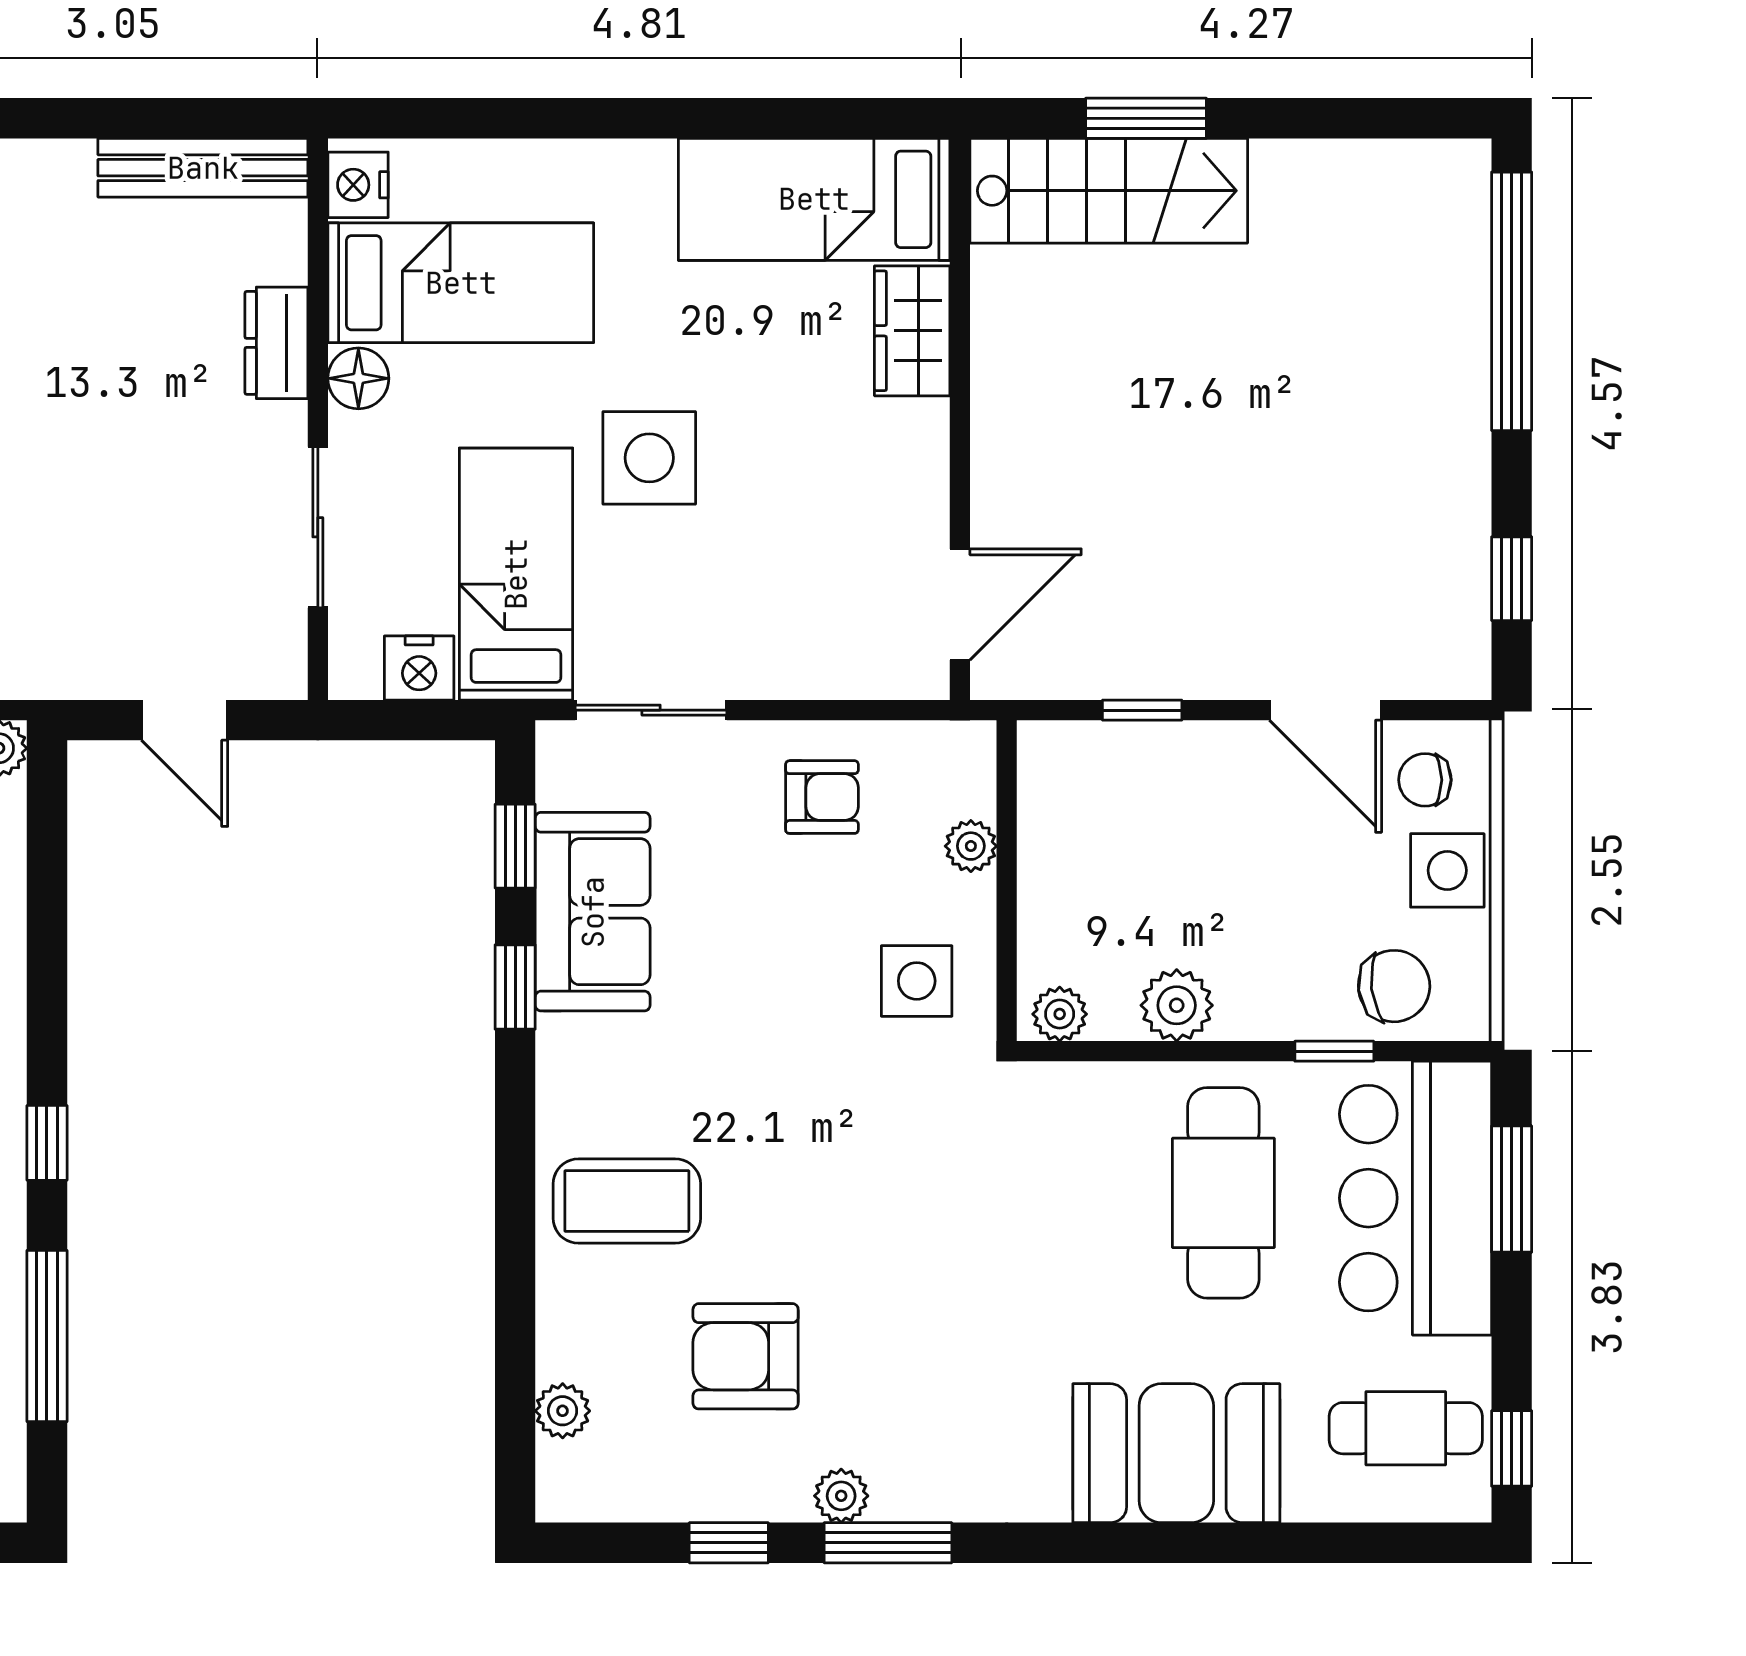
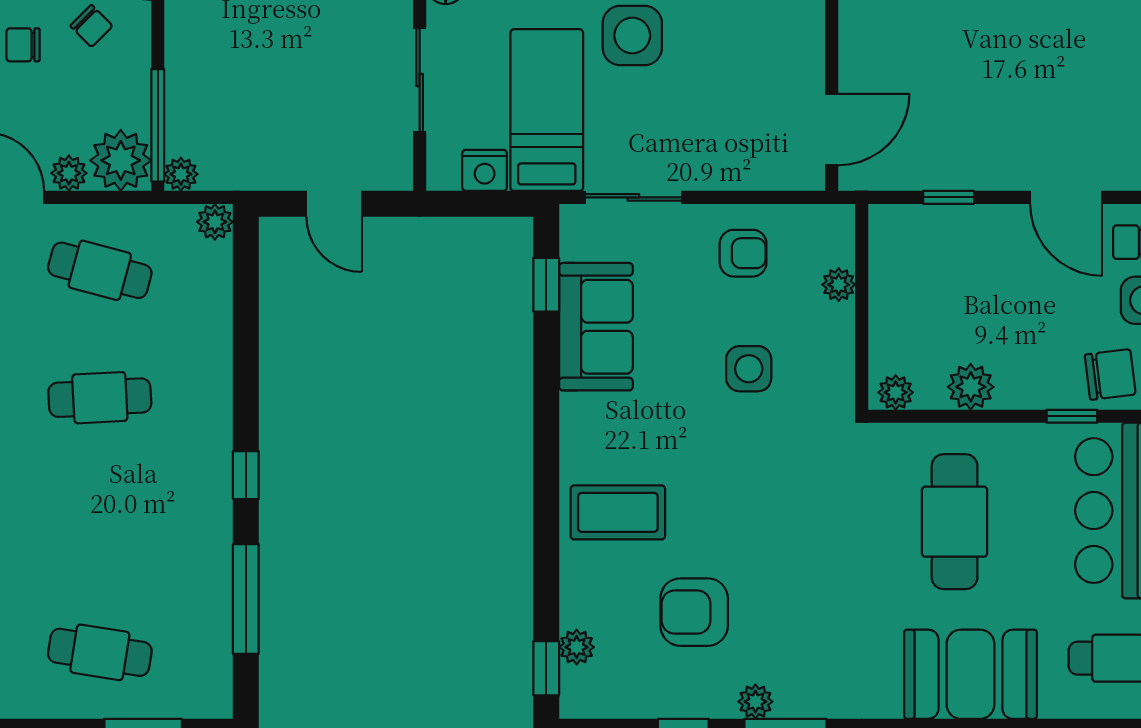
side table: (917, 981) -> (749, 369), moved
window: (515, 987) -> (546, 668), moved
cafe table: (1223, 1193) -> (955, 522), moved

